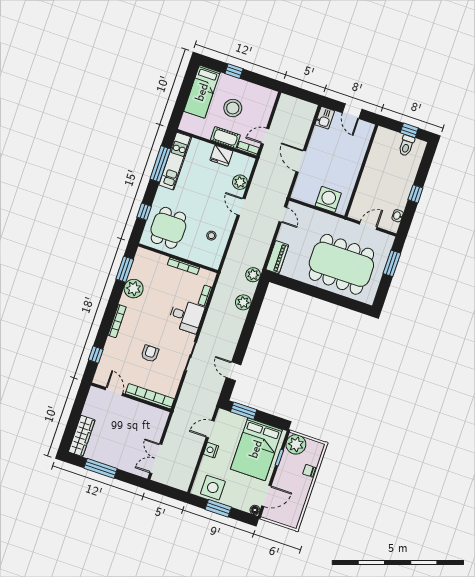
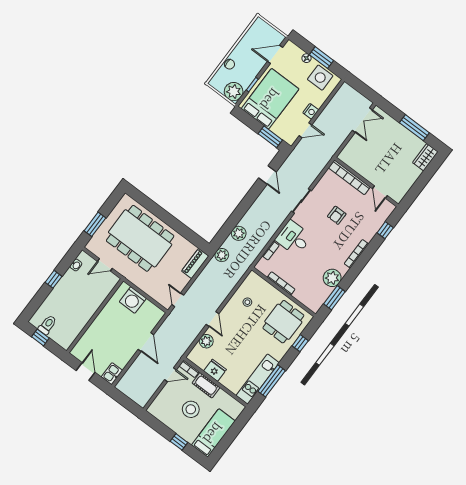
wardrobe: (82, 436) -> (425, 157), width x0.67
floor lamp: (255, 510) -> (306, 58), moved

